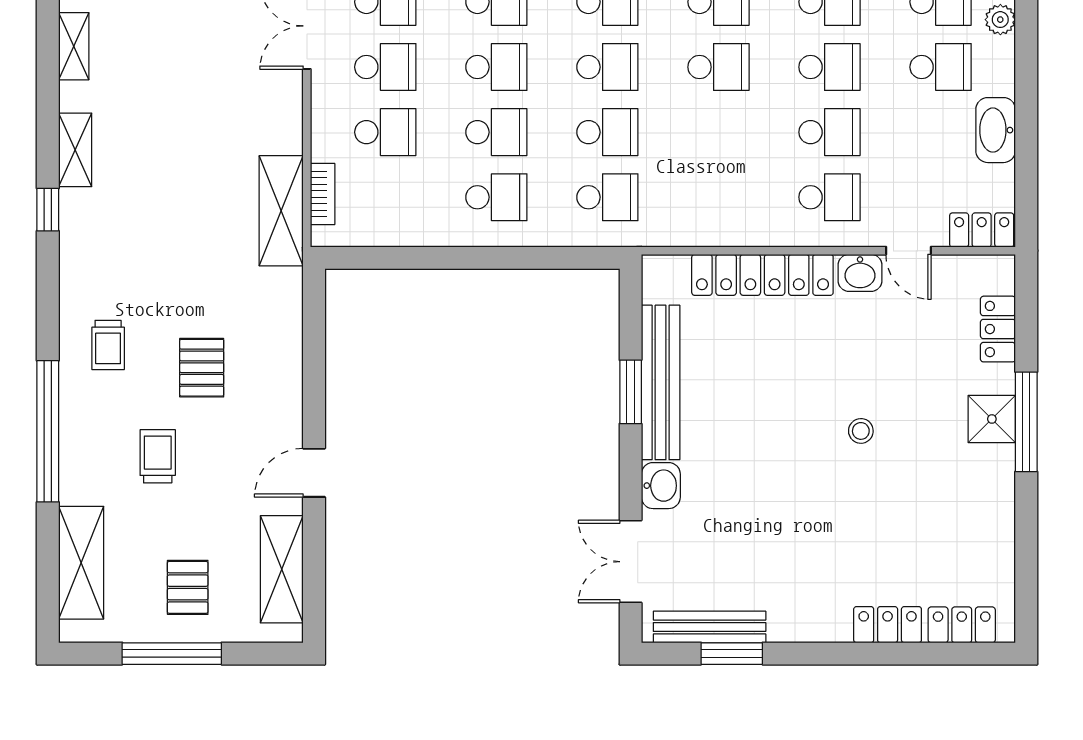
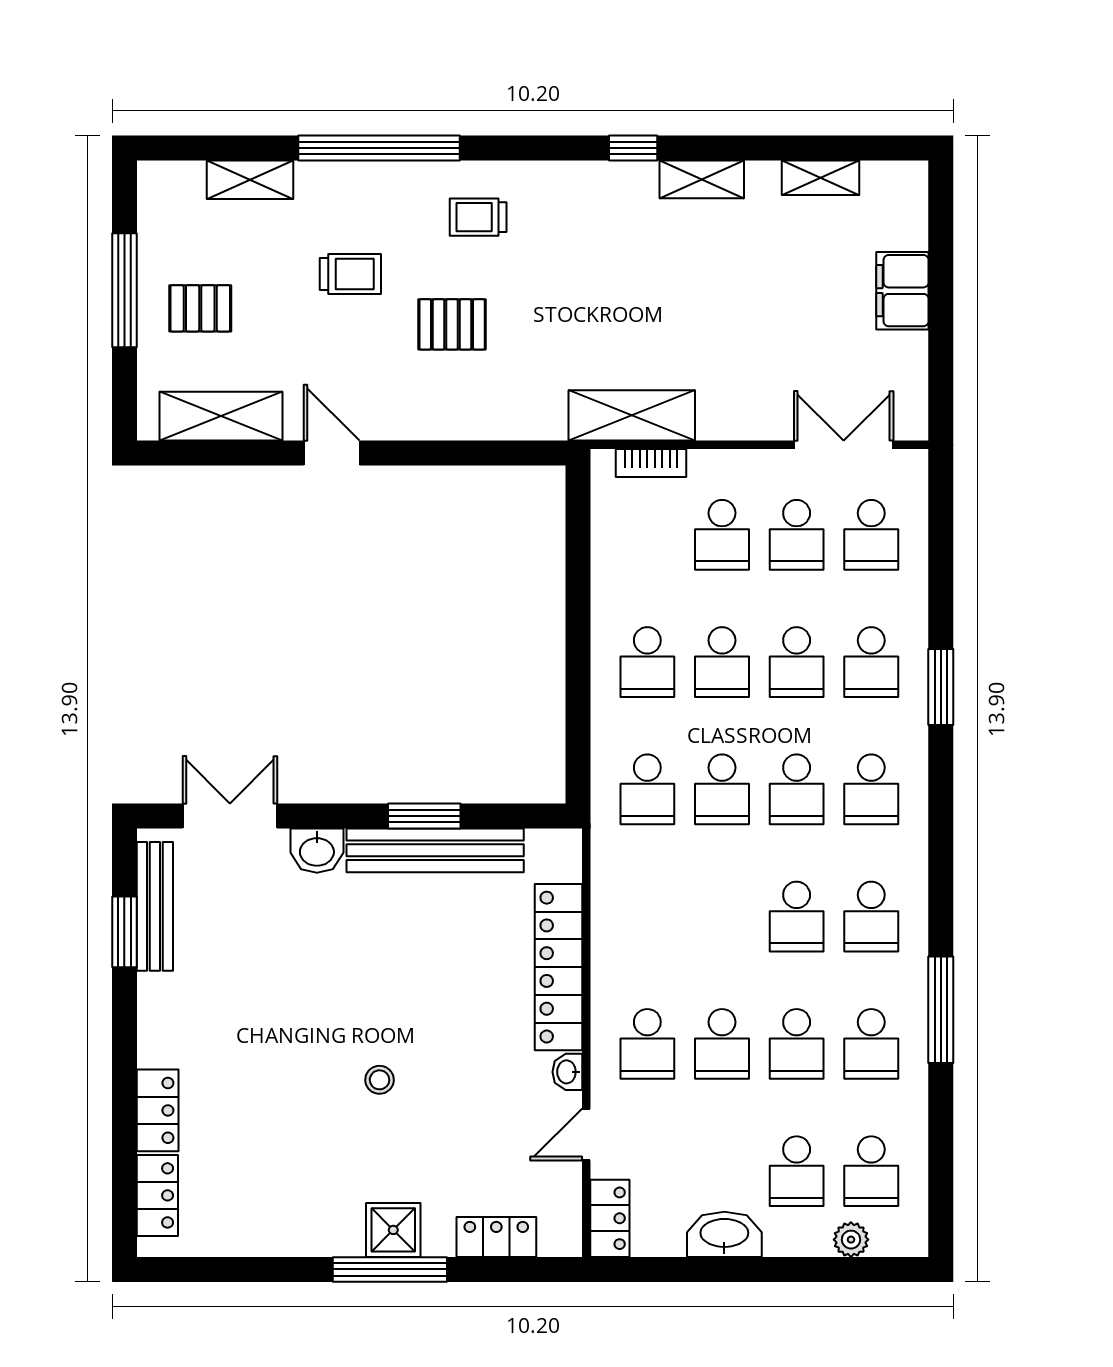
washbasin: (860, 273) -> (567, 1072), width x0.72, depth x0.69
shelving: (81, 563) -> (250, 180), width x0.67, depth x0.75

